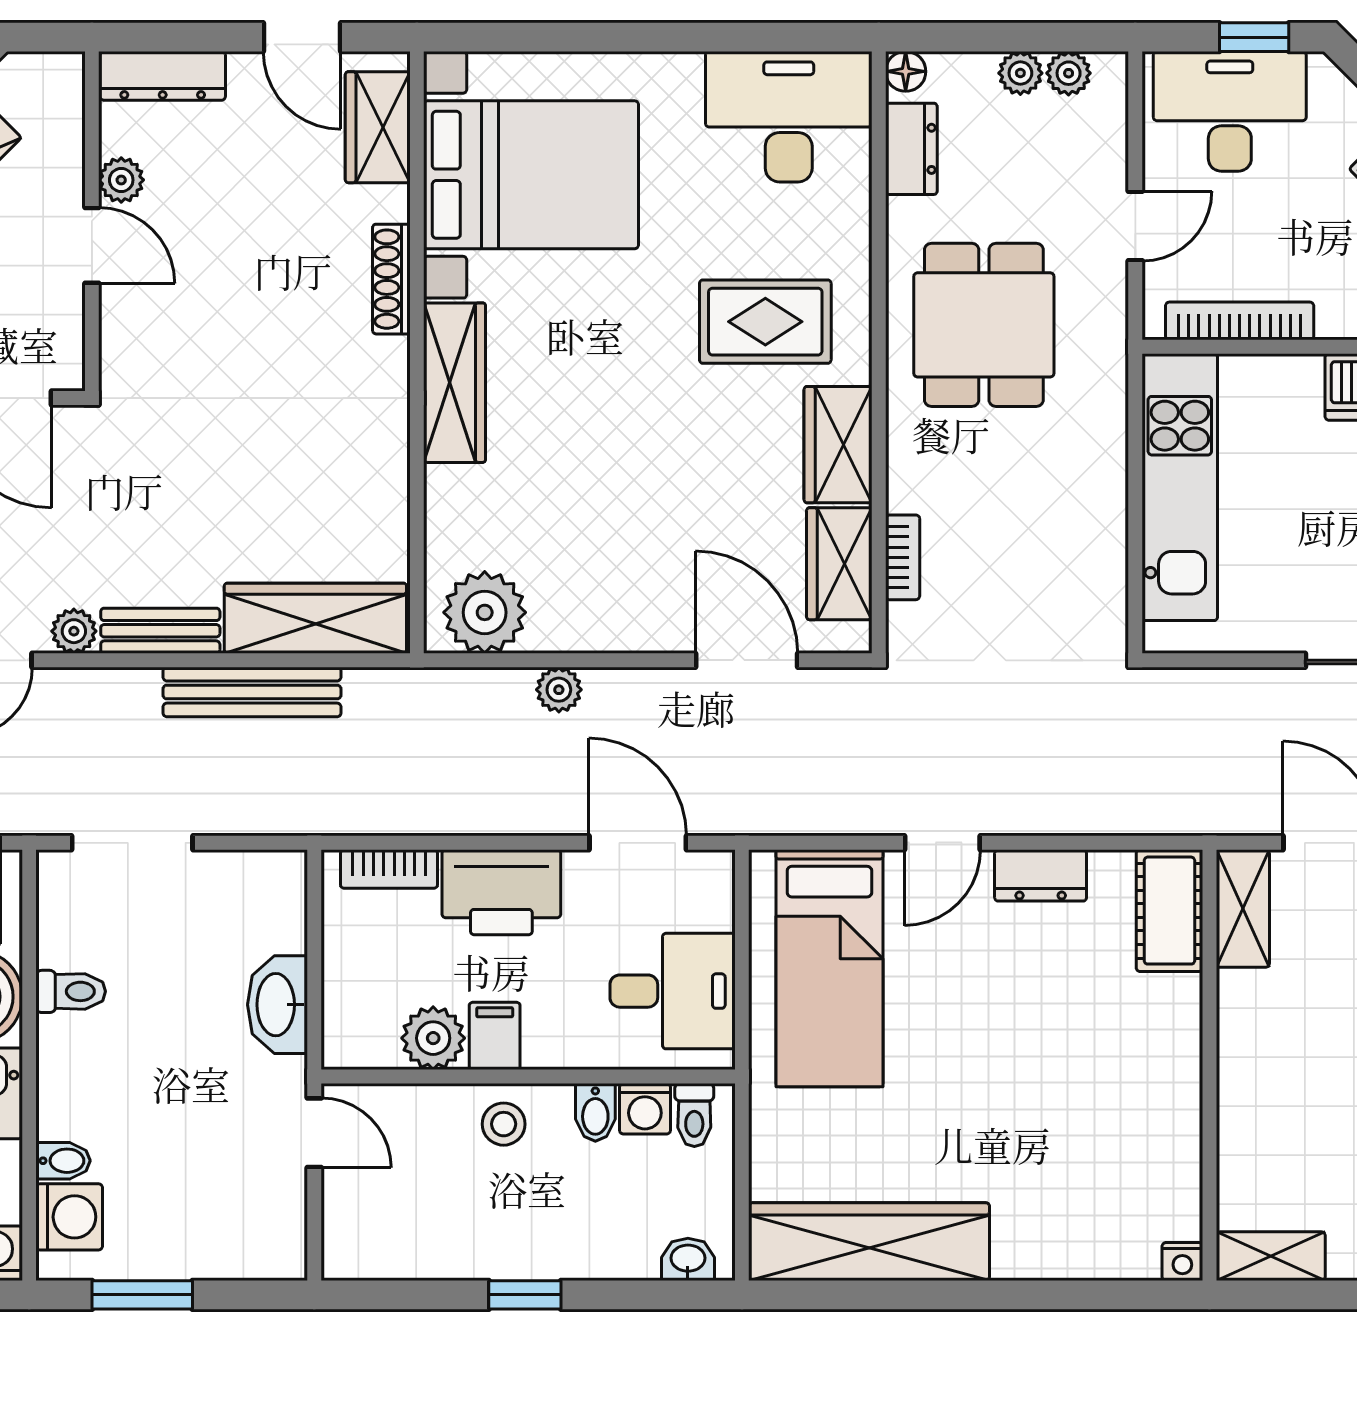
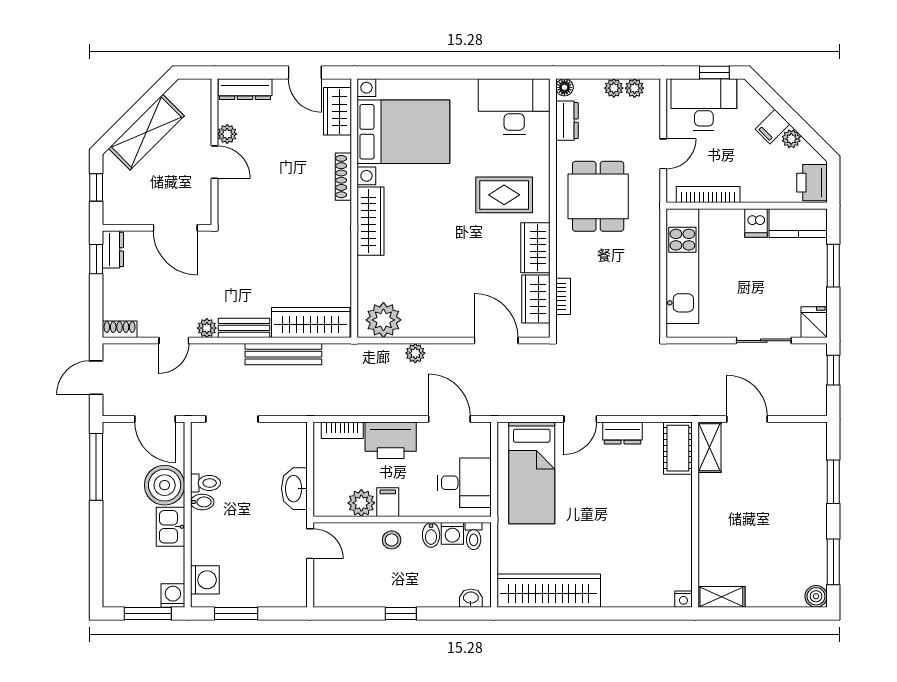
bidet: (63, 1161) -> (202, 502), moved

